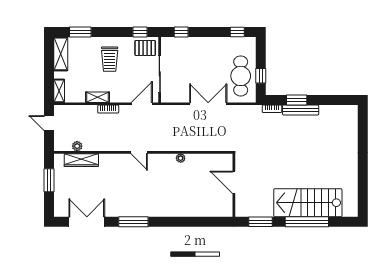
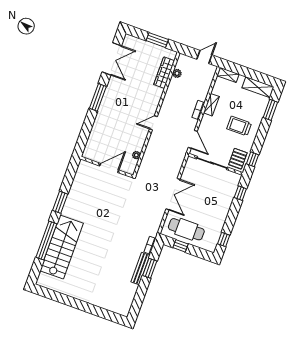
door: (234, 182) -> (109, 168), moved
wall: (234, 185) -> (107, 167), moved

